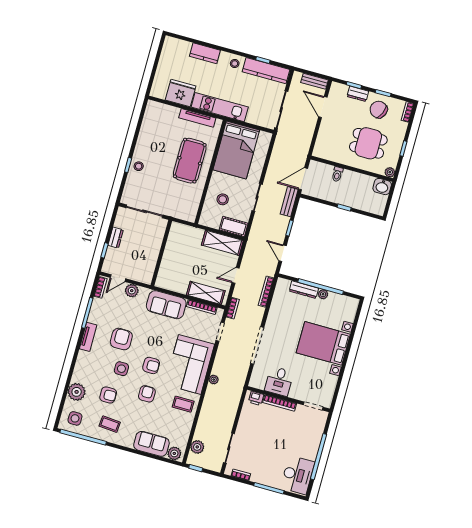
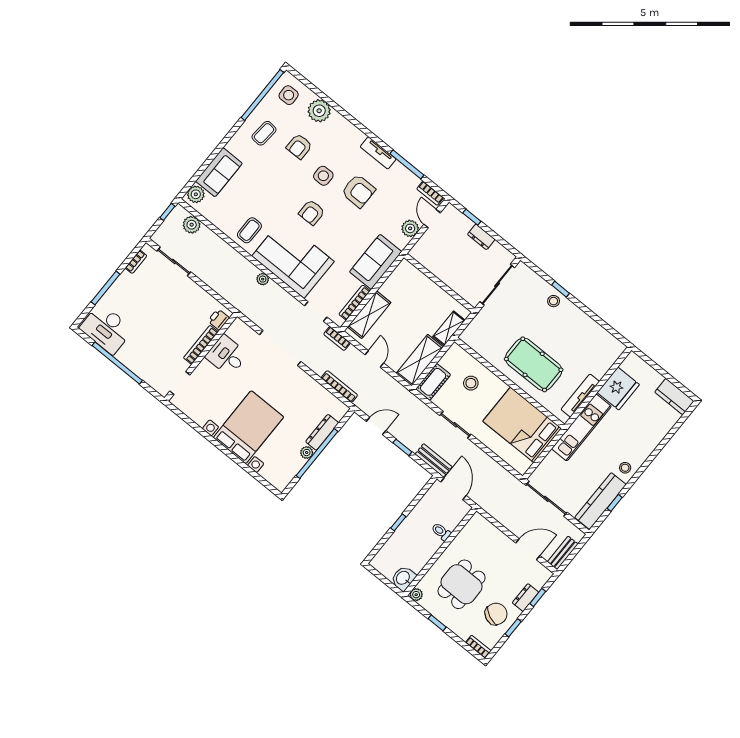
kitchen counter: (205, 53) -> (674, 397), moved, turned -90
shelving: (191, 232) -> (449, 328), added
armchair: (147, 394) -> (280, 193), removed

